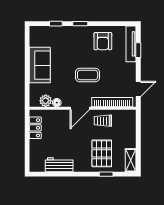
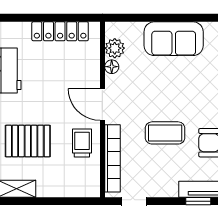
coffee table: (88, 75) -> (165, 133), moved, turned 90
locker: (35, 128) -> (60, 31), width x1.53

